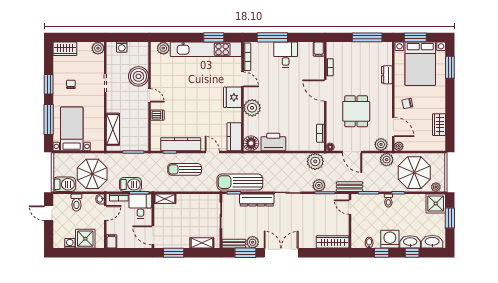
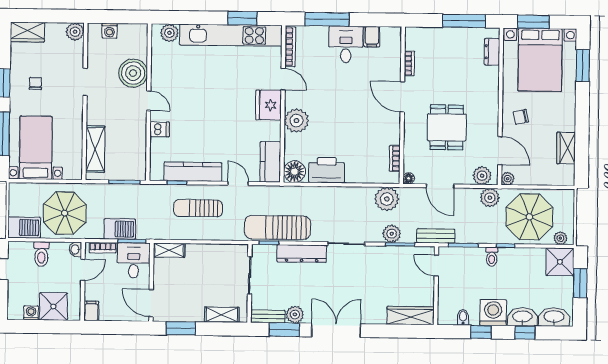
filing cabinet: (319, 49) -> (372, 37), moved
dresser: (387, 75) -> (492, 52), moved

